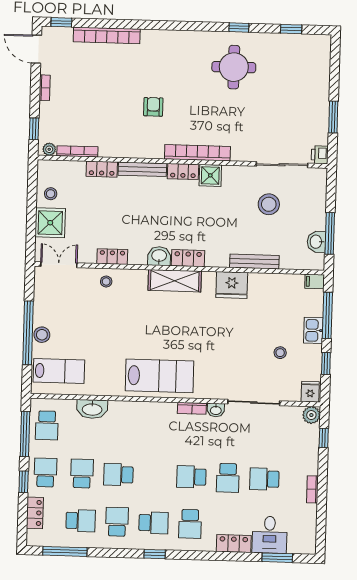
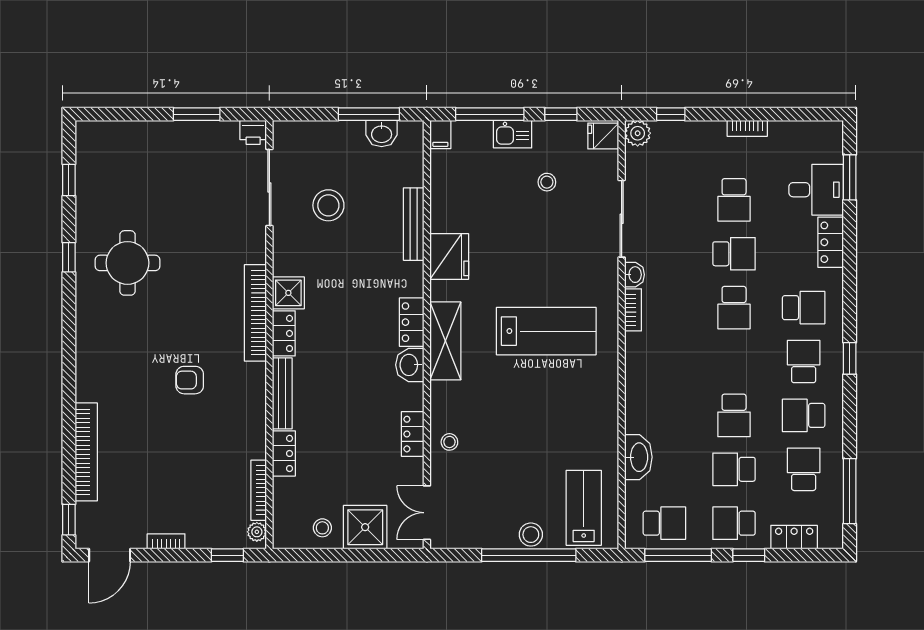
lab bench: (160, 376) -> (546, 331), moved, turned 90

